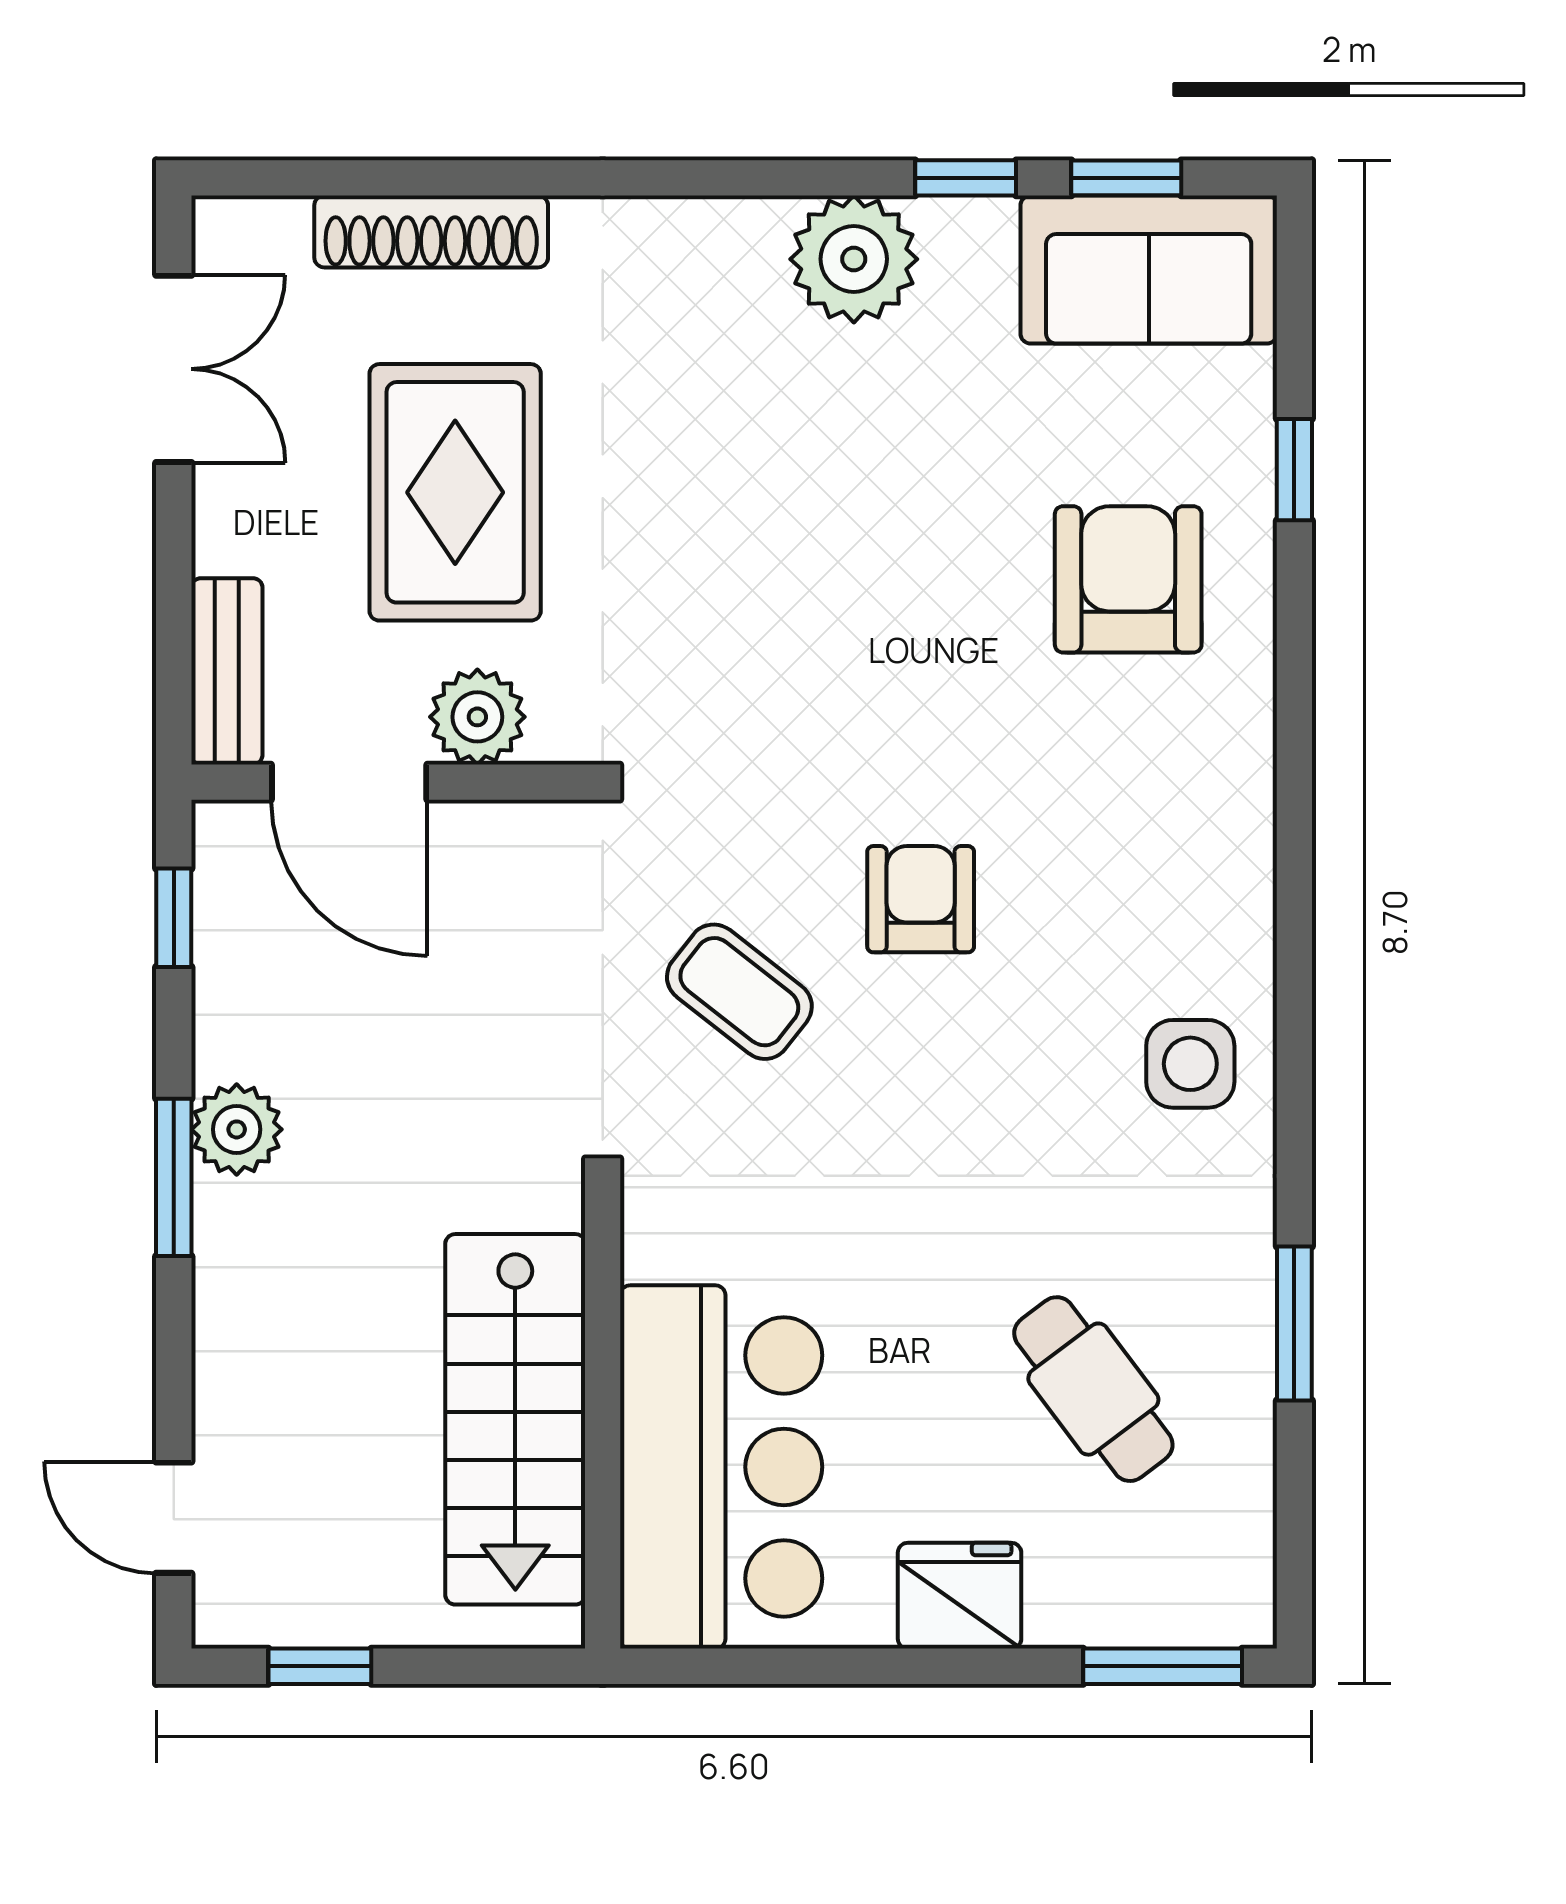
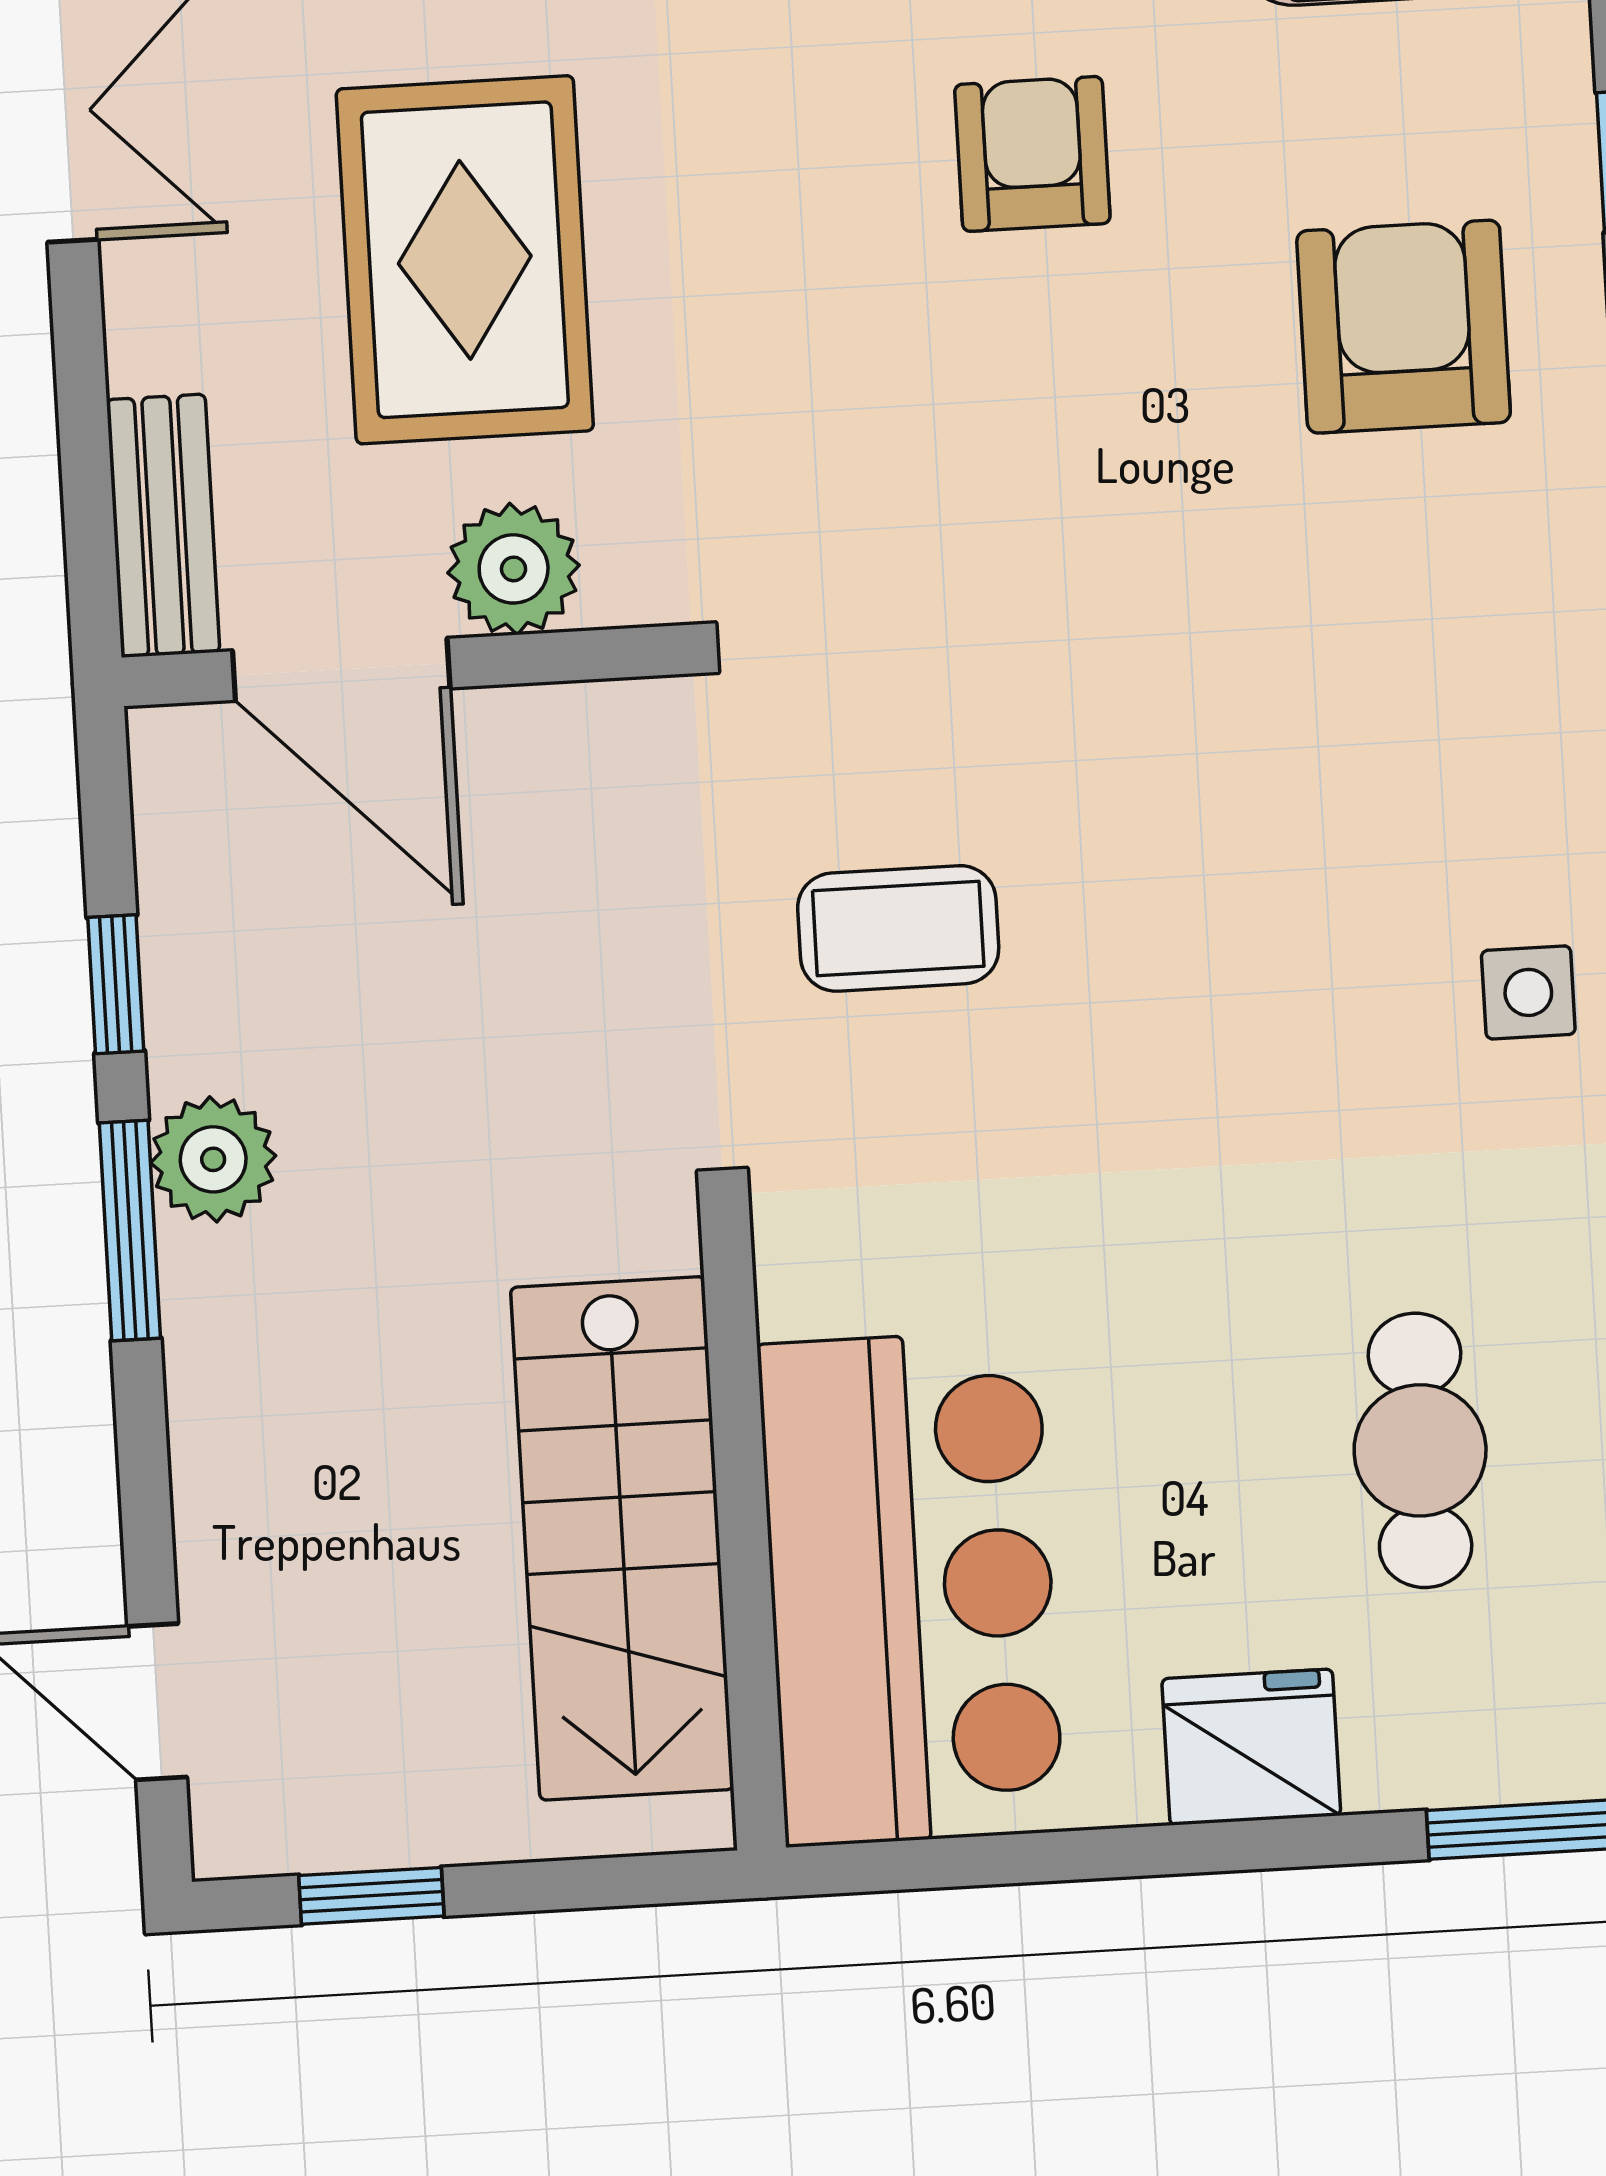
armchair: (921, 899) -> (1032, 154), moved
window: (174, 918) -> (116, 984), moved
coffee table: (739, 992) -> (898, 928), turned -38
side table: (1190, 1064) -> (1528, 992), width x0.73, depth x0.73
cafe table: (1093, 1389) -> (1420, 1450), turned 37

